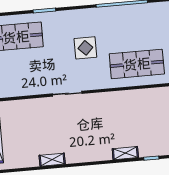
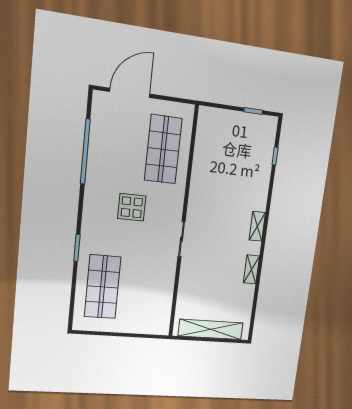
shelving: (125, 153) -> (257, 226), moved

